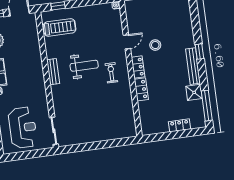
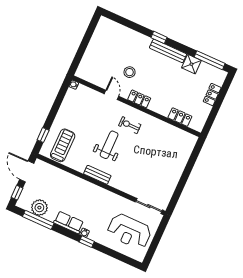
locker: (141, 89) -> (180, 117), moved
reception desk: (23, 128) -> (129, 231), turned 180

